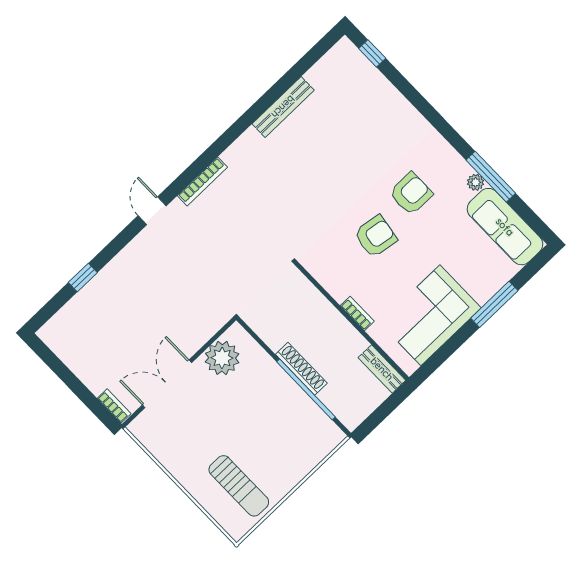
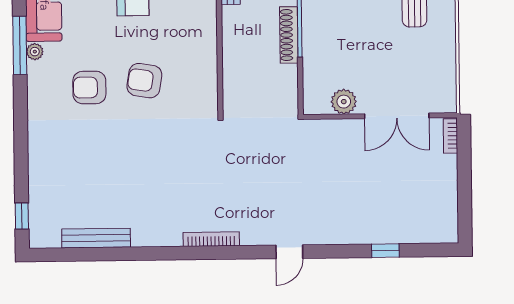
bench: (283, 107) -> (96, 238), moved
bookcase: (202, 181) -> (211, 239), moved
bookcase: (357, 313) -> (210, 37), removed
plant: (222, 358) -> (344, 102), width x0.73, depth x0.73

